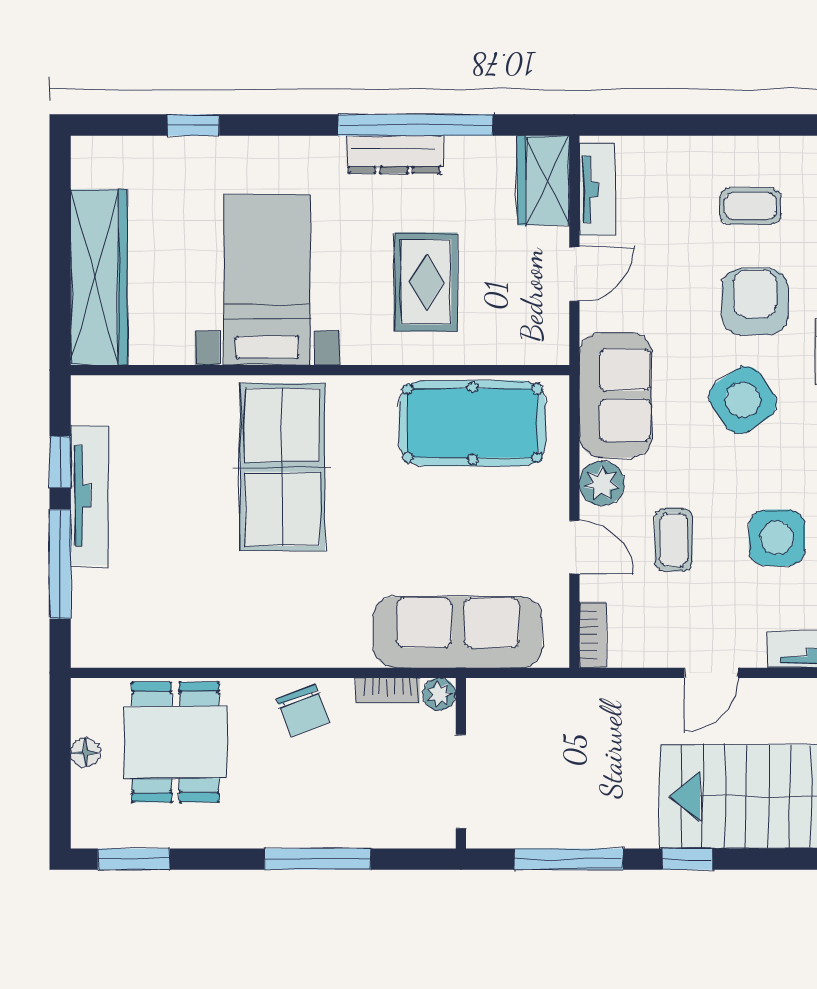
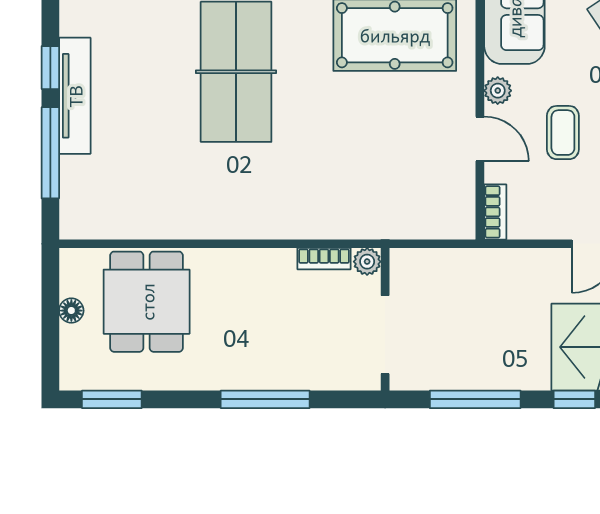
plant: (602, 483) -> (498, 91), width x0.73, depth x0.73
sofa: (458, 632) -> (383, 210), removed
chair: (303, 710) -> (253, 275), removed

